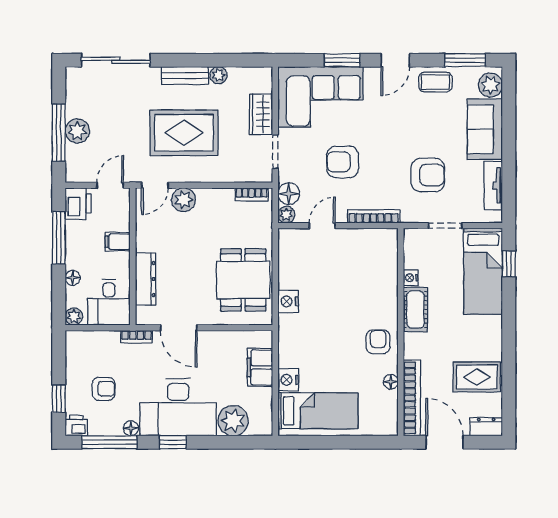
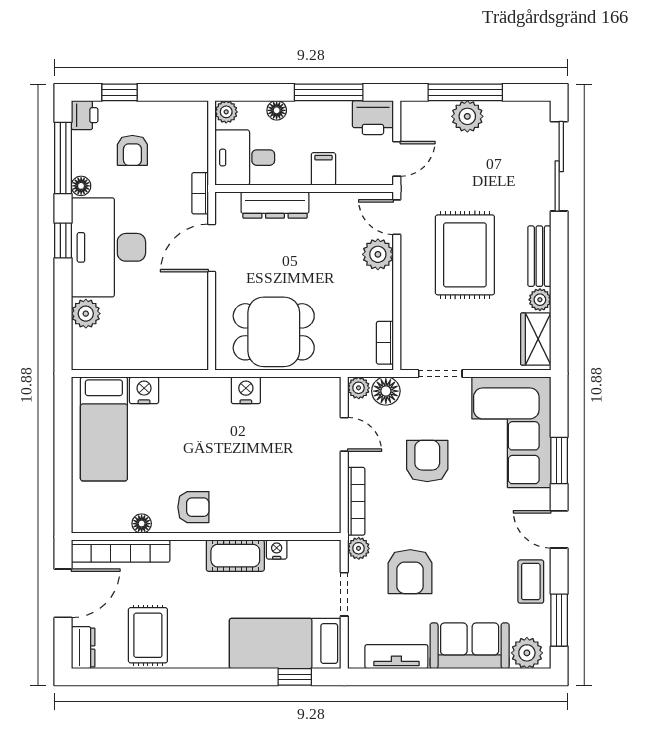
wardrobe: (261, 114) -> (536, 339), moved, turned -90
door: (110, 185) -> (397, 159), hinge flipped
plant: (410, 215) -> (359, 548), added
filing cabinet: (260, 367) -> (160, 354), removed
plant: (233, 421) -> (86, 314), width x0.73, depth x0.73

